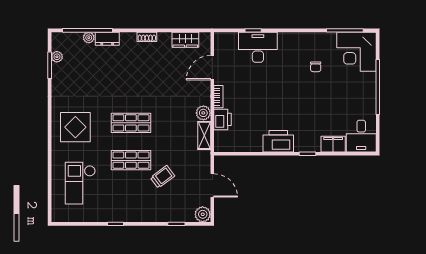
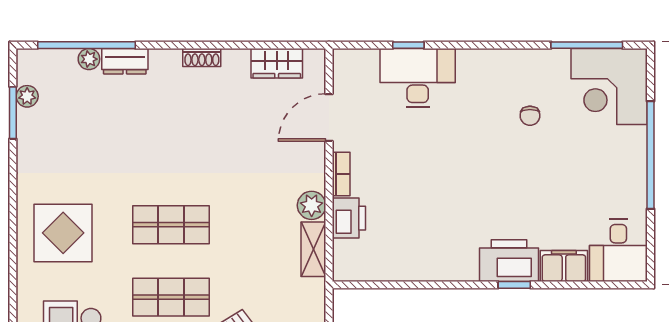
printer: (278, 141) -> (509, 261), moved

